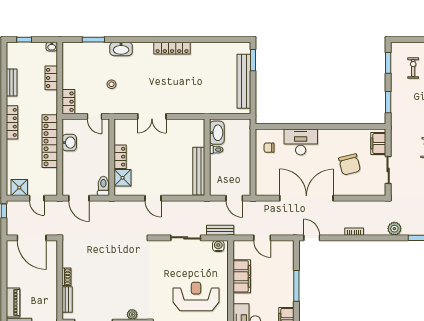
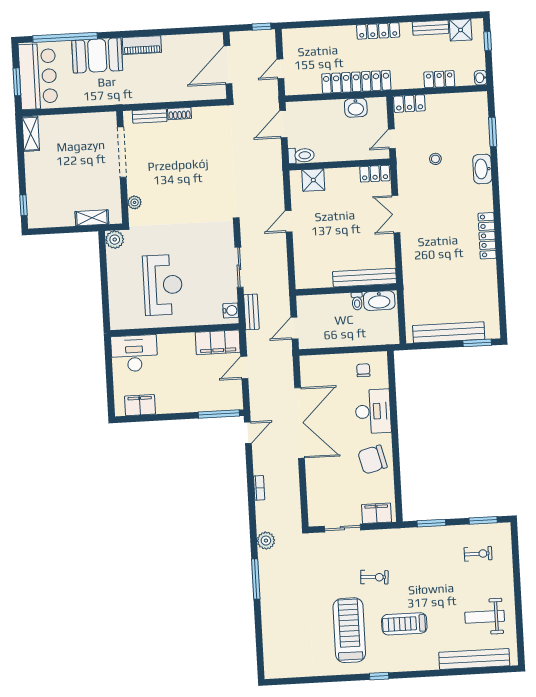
locker: (120, 157) -> (375, 174), moved
chair: (350, 164) -> (373, 460), moved
bench: (199, 171) -> (365, 278), moved
shower: (19, 188) -> (461, 30), moved
filing cabinet: (242, 276) -> (218, 342), moved
window: (296, 286) -> (219, 414), moved

